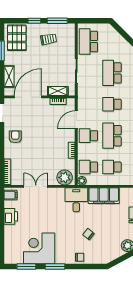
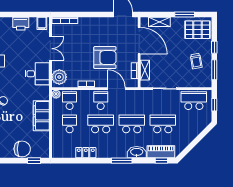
window: (93, 21) -> (214, 105), added
school desk: (112, 104) -> (132, 124), width x1.85
armchair: (15, 137) -> (105, 58), moved, width x1.88, depth x1.88
desk: (76, 200) -> (37, 74), moved

